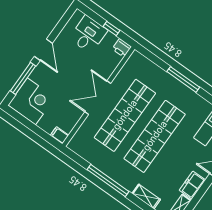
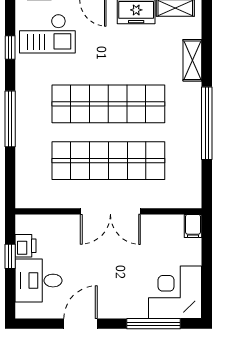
printer: (122, 48) -> (25, 246), moved
door: (43, 50) -> (80, 324), moved

